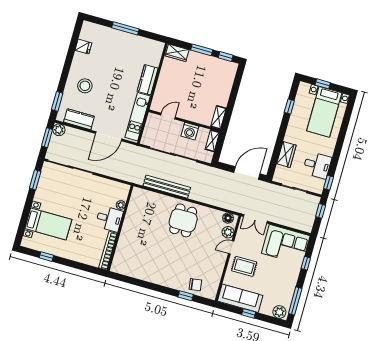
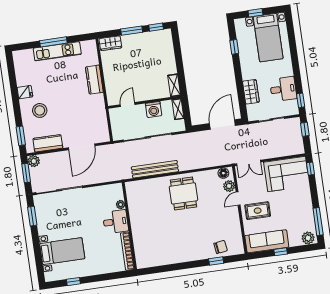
fridge: (83, 47) -> (25, 92), moved
kitchen unit: (138, 117) -> (57, 51), moved, turned -90
window: (306, 263) -> (310, 169), moved

